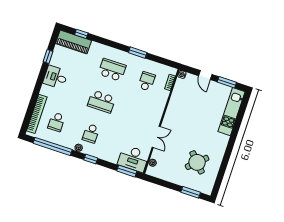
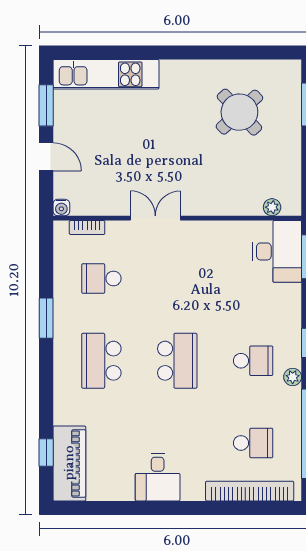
window: (48, 56) -> (118, 508), removed
door: (205, 75) -> (46, 157), hinge flipped
double door: (156, 137) -> (155, 218), moved

